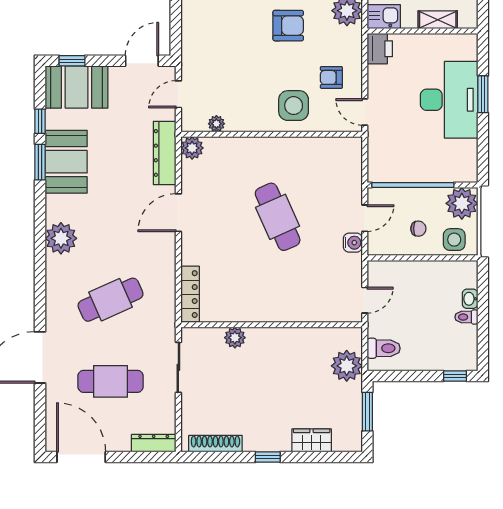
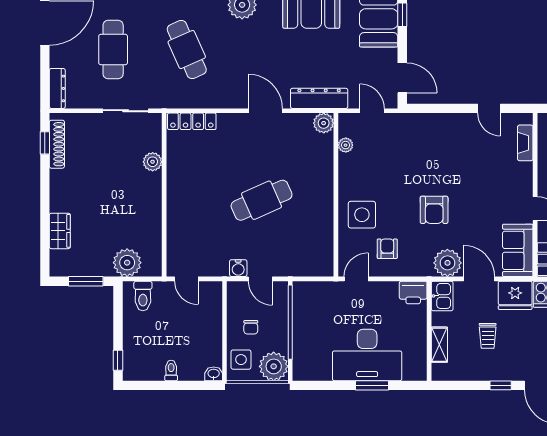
washbasin: (470, 299) -> (214, 374), moved
window: (268, 457) -> (45, 143), moved

